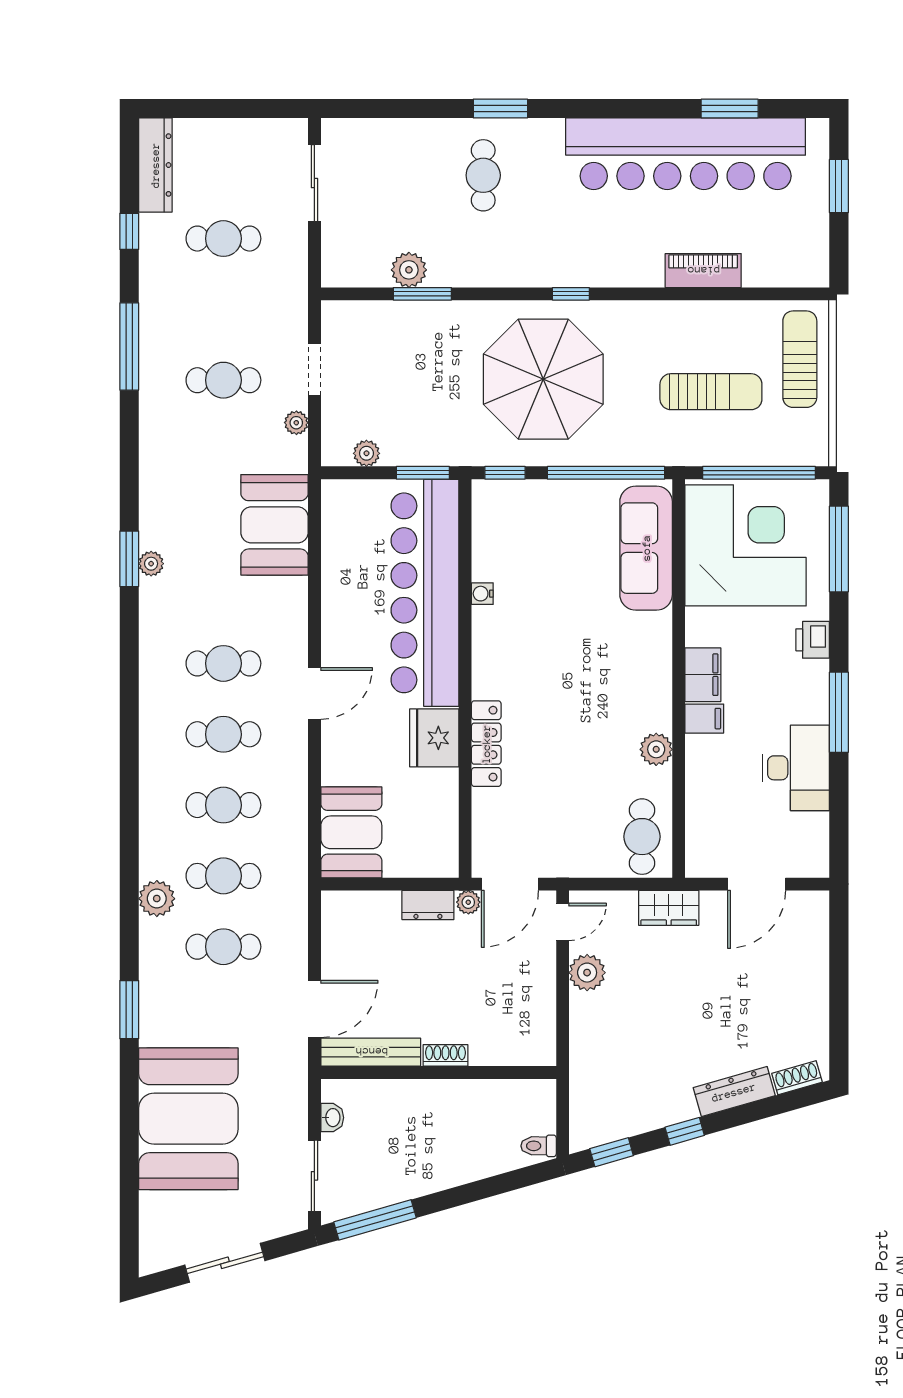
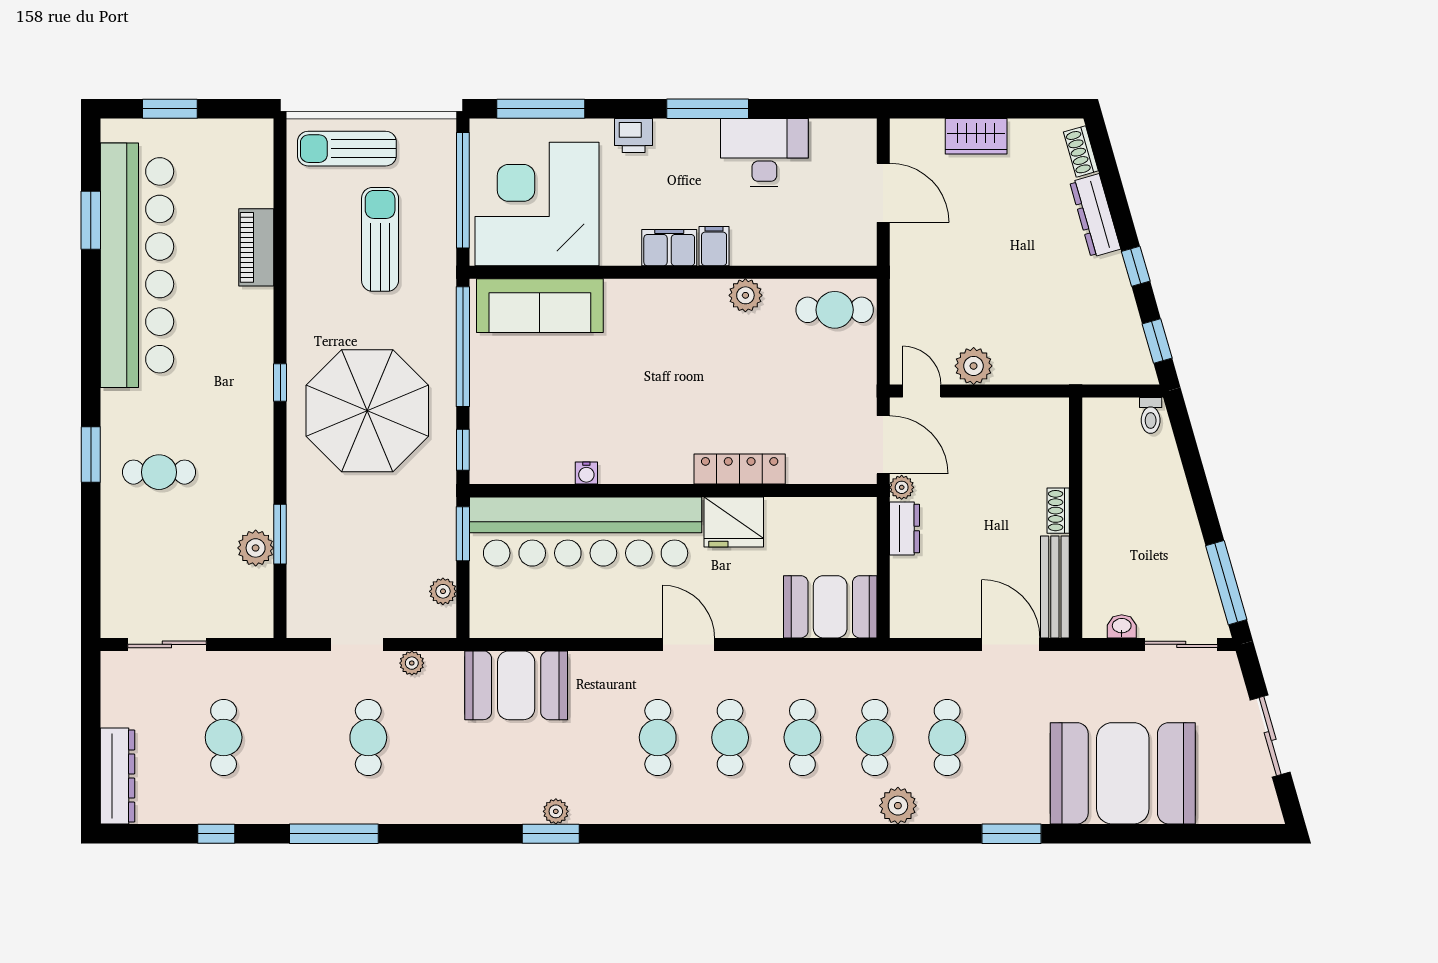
dresser: (155, 165) -> (118, 776), moved, turned 90
wardrobe: (669, 908) -> (976, 136), moved, turned 90

